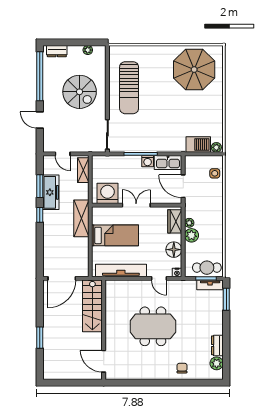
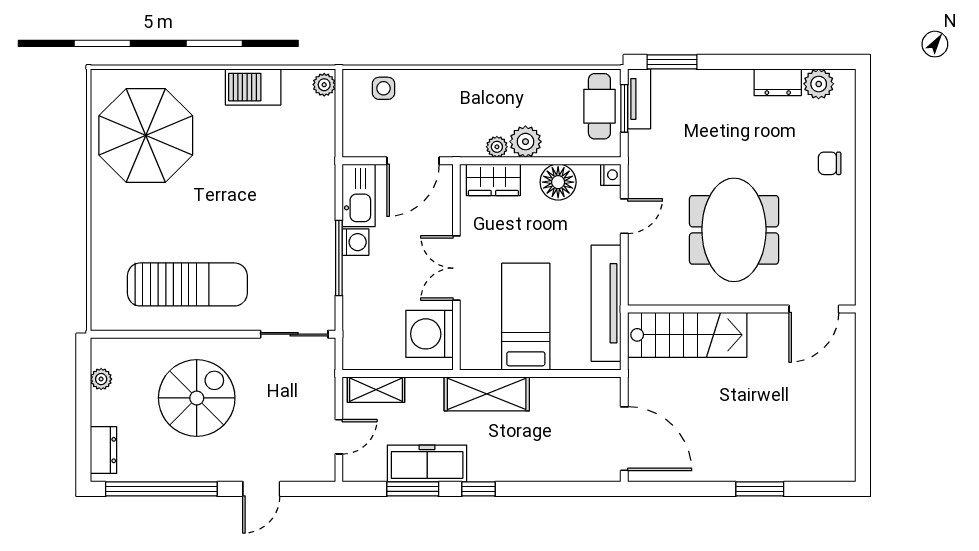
barbecue: (198, 144) -> (253, 87), moved, turned -90
stairs: (92, 306) -> (687, 335), moved
wall: (104, 330) -> (742, 309), moved
door: (104, 361) -> (814, 309), moved

